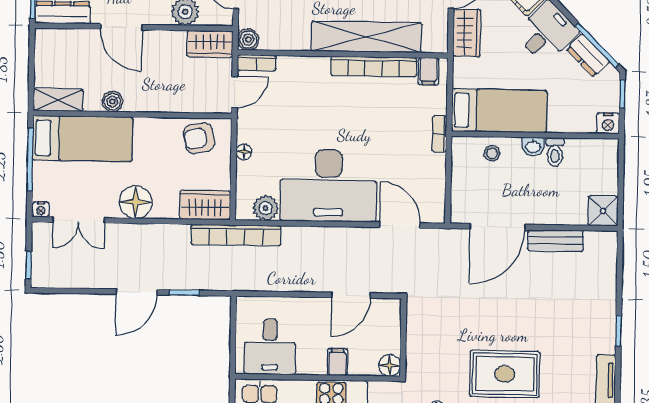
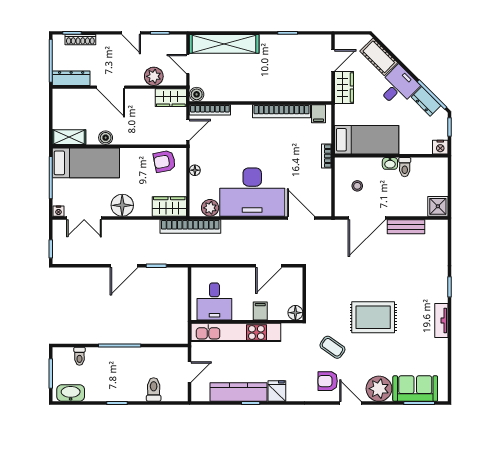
shelving: (366, 37) -> (276, 91), removed
bookcase: (257, 63) -> (210, 110), width x1.56
stool: (492, 153) -> (357, 186), moved

